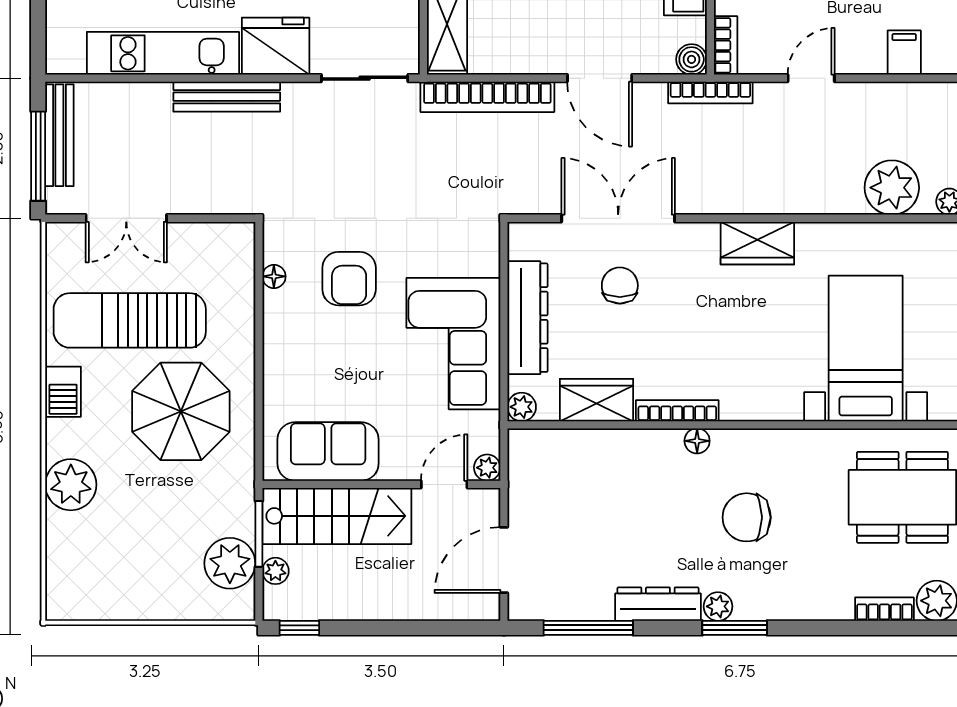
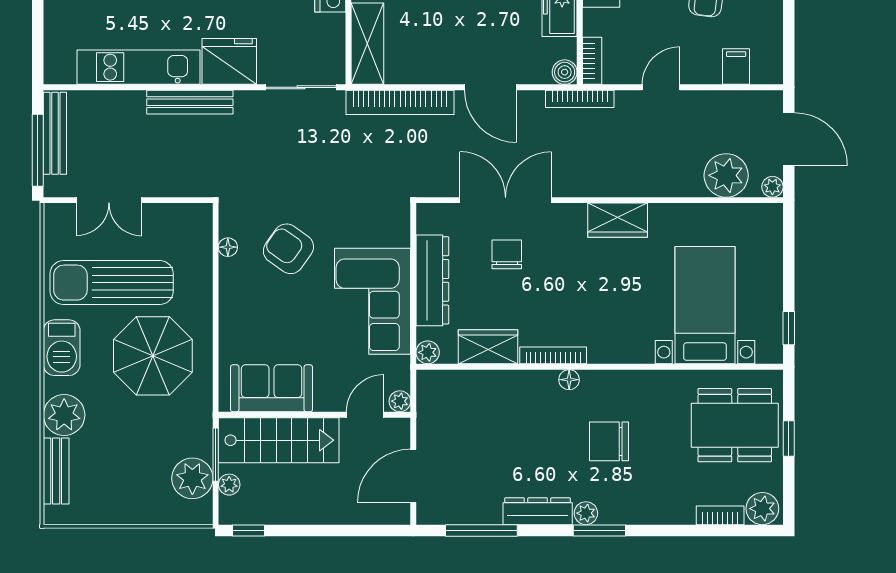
armchair: (349, 279) -> (288, 249), turned 125
barbecue: (63, 392) -> (62, 348), width x1.38, depth x1.27
bench: (61, 554) -> (56, 471), added

